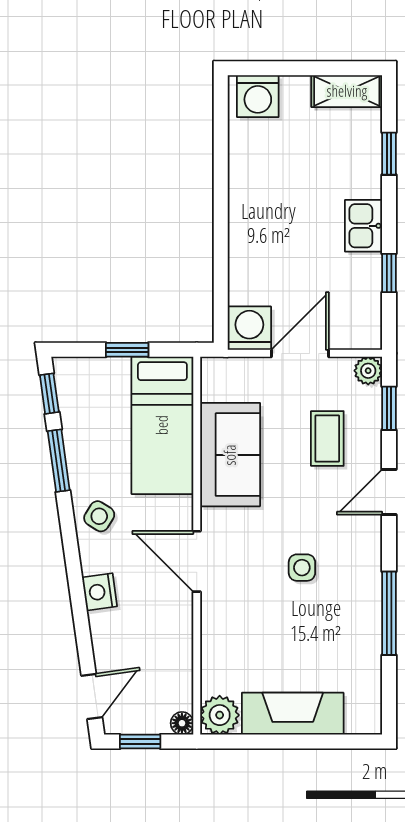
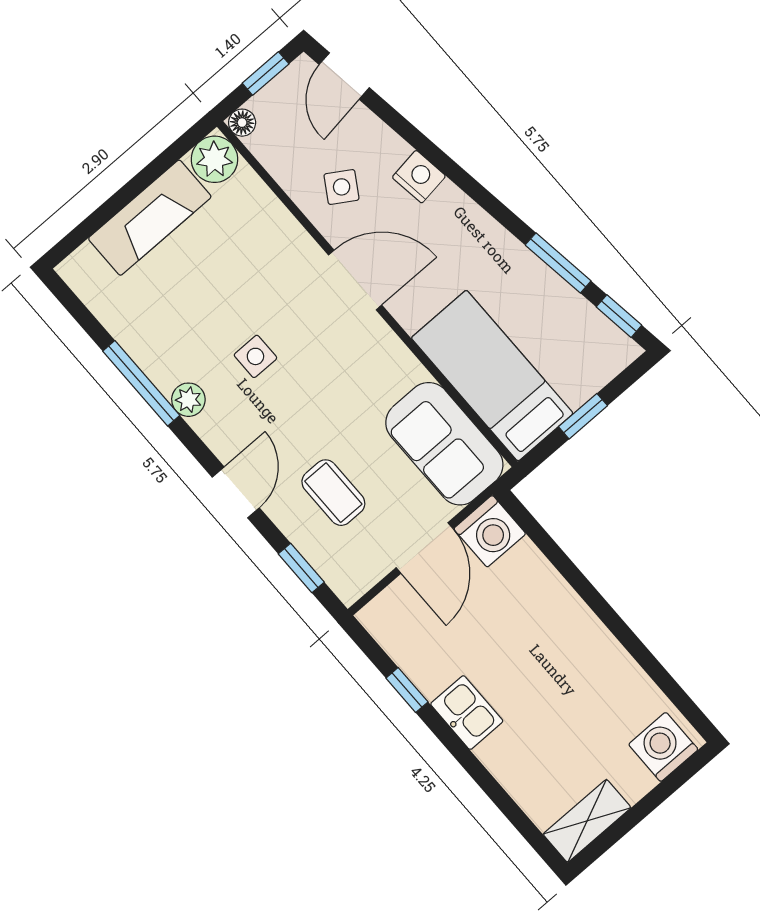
window: (389, 154) -> (500, 798), removed
plant: (368, 371) -> (188, 400), moved
sofa: (230, 455) -> (444, 444), moved
side table: (99, 516) -> (342, 187), moved

